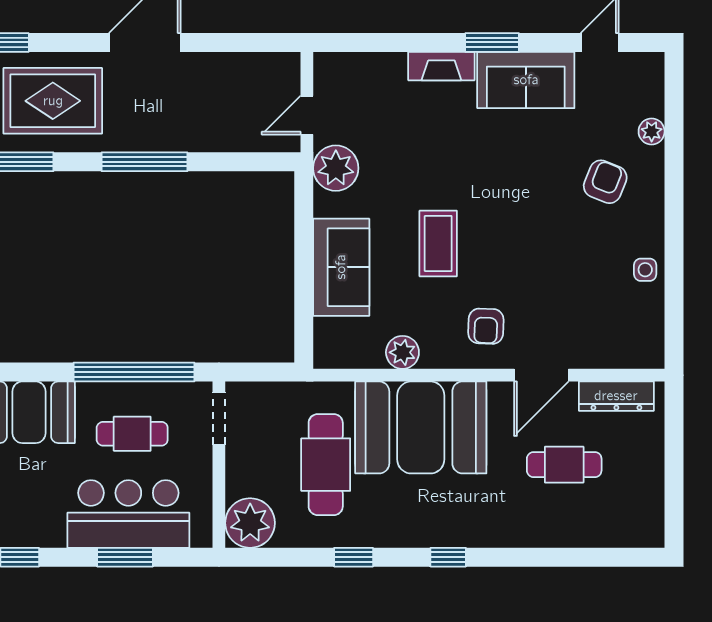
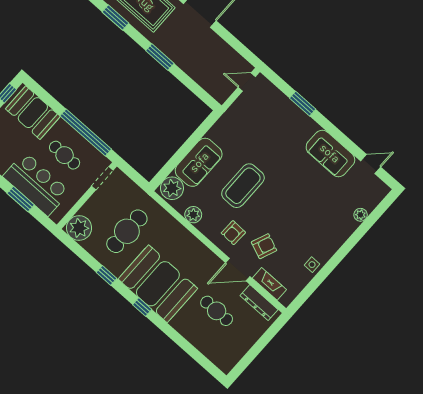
window: (492, 42) -> (303, 104), moved
fireplace: (441, 66) -> (269, 284), moved, turned 180
door: (307, 115) -> (247, 82), moved
window: (144, 162) -> (160, 57), width x0.69
plant: (336, 168) -> (172, 188), moved
armchair: (605, 182) -> (264, 246), moved
coffee table: (438, 244) -> (243, 186), width x1.36, depth x1.32
booth: (421, 427) -> (158, 284), moved

